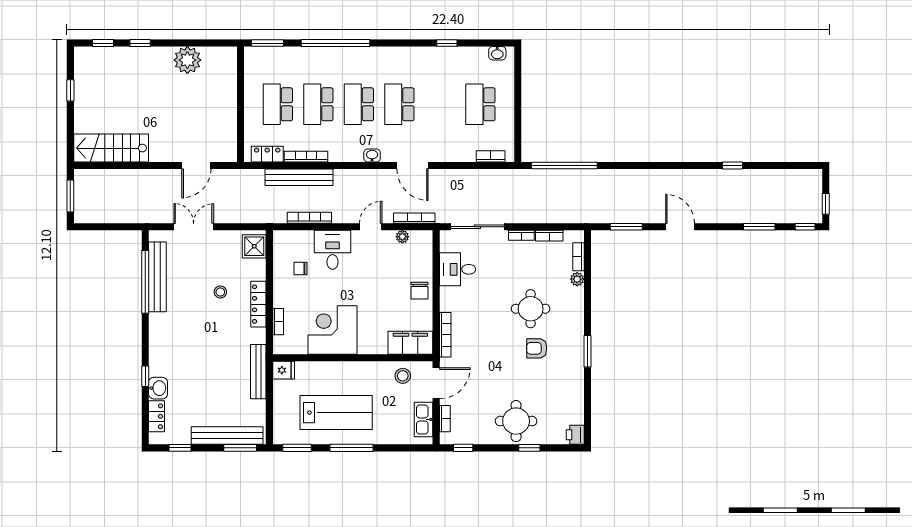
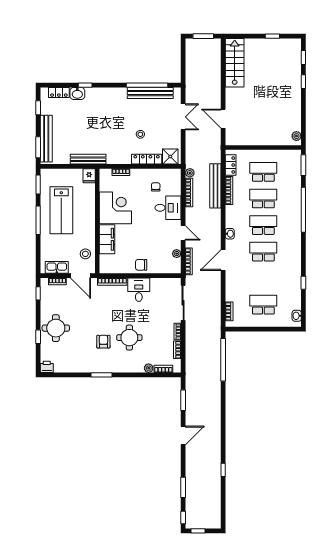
plant: (187, 60) -> (296, 136), moved, width x0.53, depth x0.53
plant: (279, 216) -> (190, 173), added
desk: (458, 269) -> (139, 290), moved
locker: (258, 304) -> (147, 159), moved
filing cabinet: (410, 343) -> (107, 239), moved

